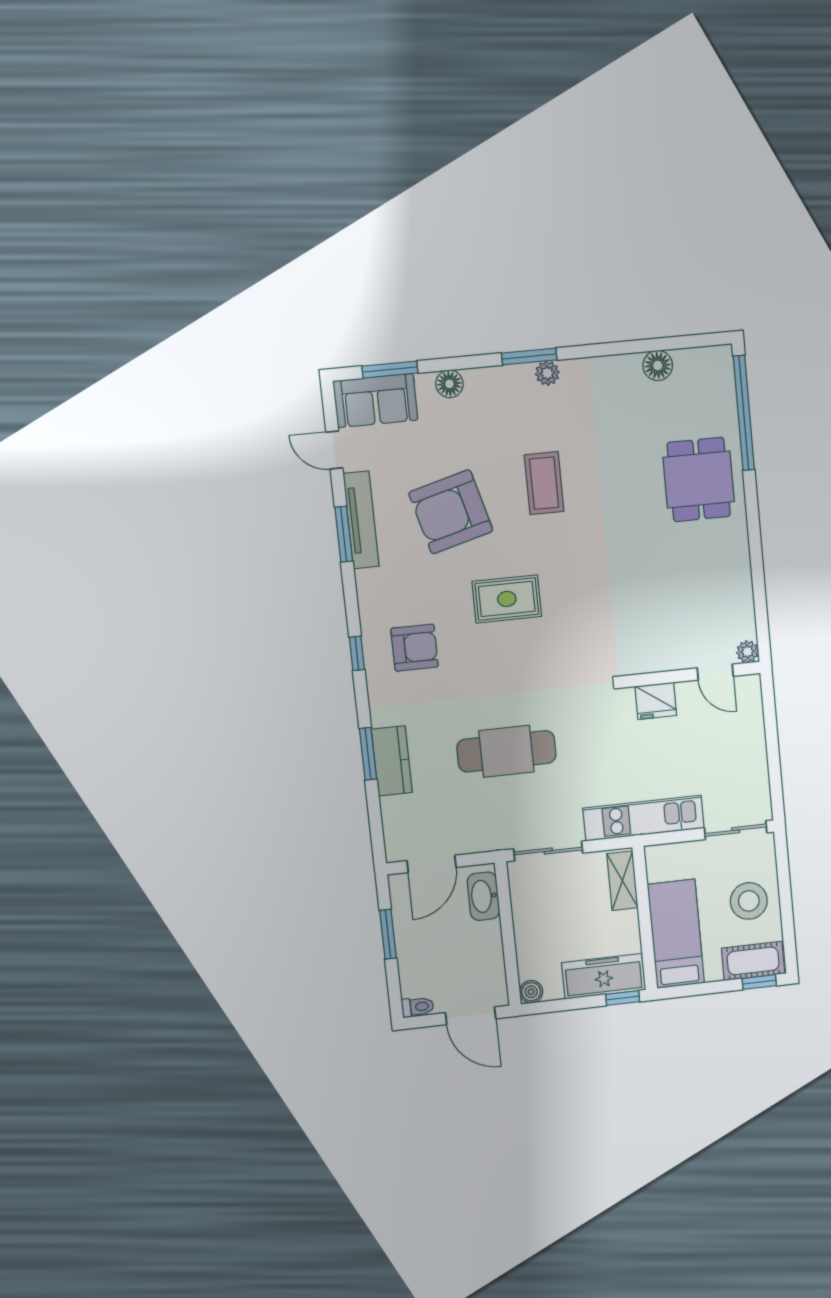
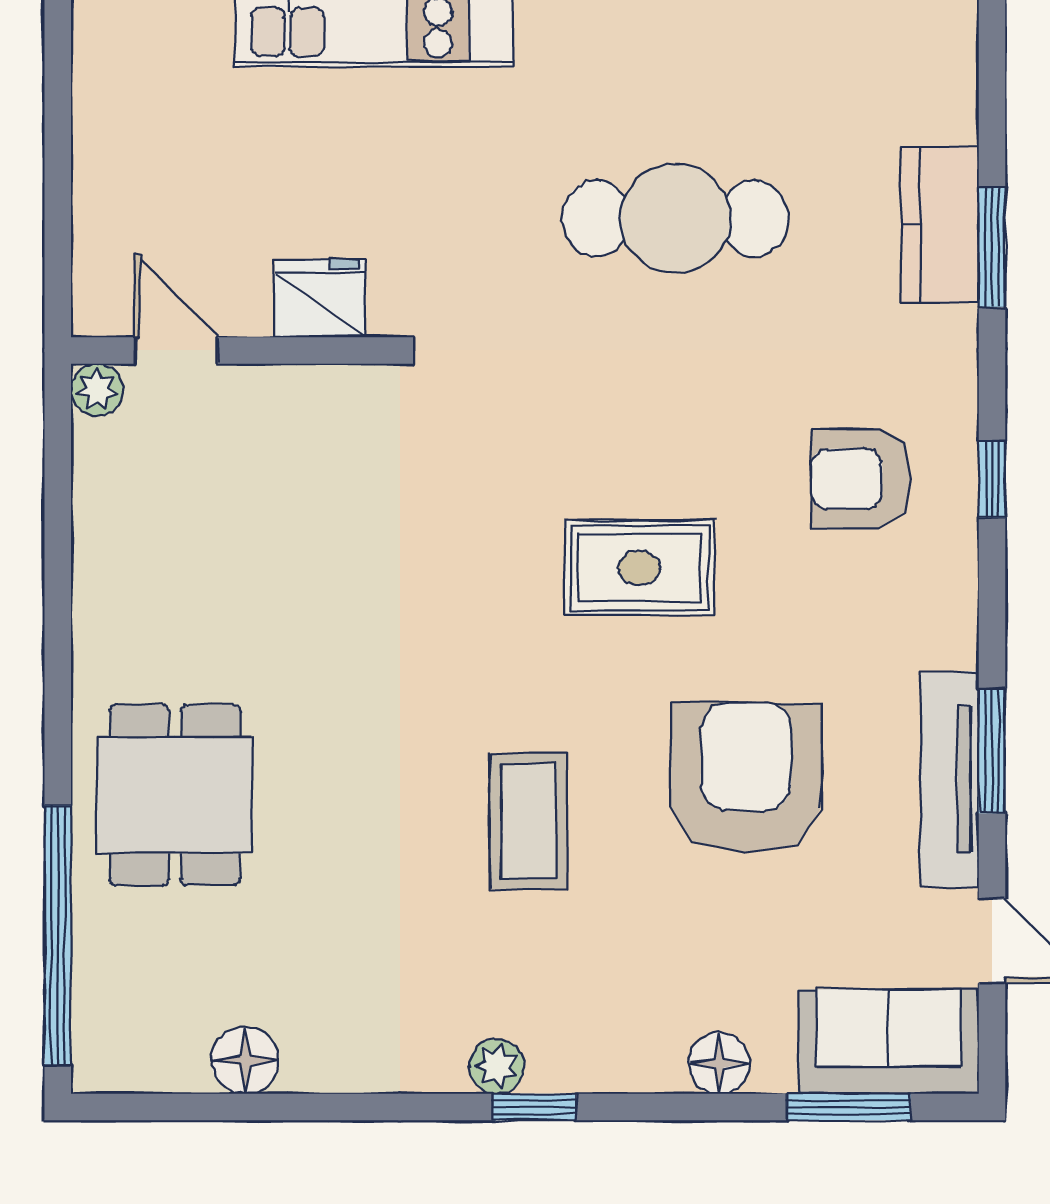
window: (529, 356) -> (534, 1107), width x0.67
armchair: (451, 512) -> (746, 777), turned -74

